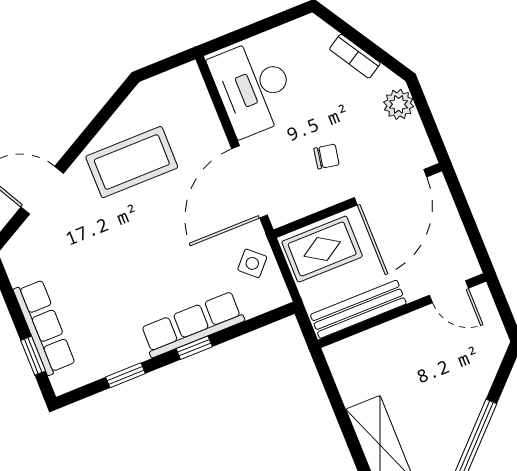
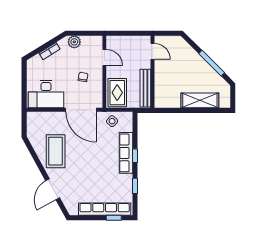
door: (391, 187) -> (104, 57), width x0.53
door: (449, 292) -> (153, 51), hinge flipped
row of seats: (44, 327) -> (105, 209), width x1.36

